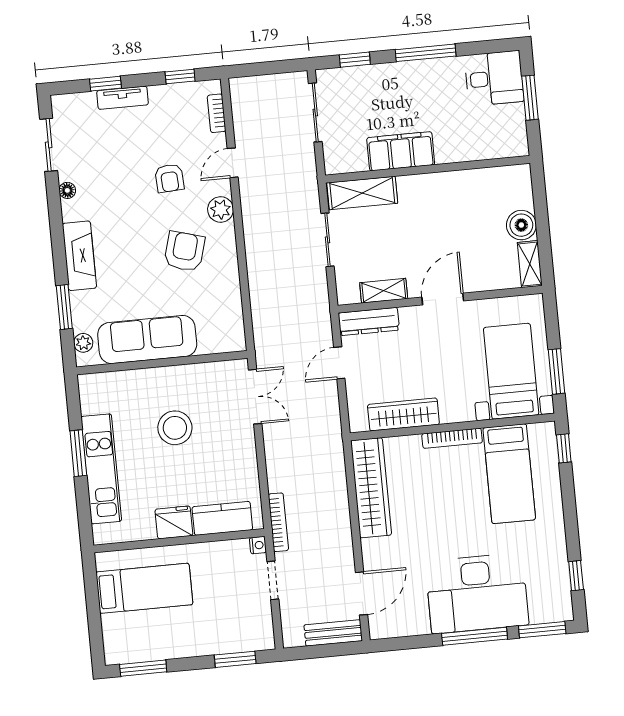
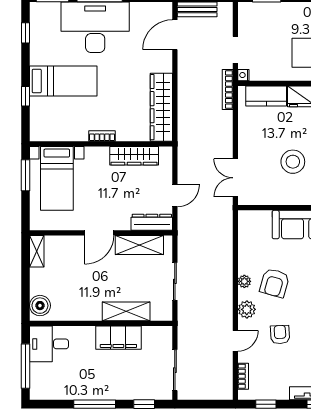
desk: (494, 78) -> (49, 344), moved
window: (530, 98) -> (25, 366), width x1.44
shelving: (362, 193) -> (126, 311), moved
boiler: (521, 225) -> (40, 306), moved
plant: (228, 249) -> (244, 281), added
shelving: (384, 291) -> (139, 245), width x1.50, depth x1.33
bookcase: (452, 438) -> (102, 136), width x0.64
window: (564, 448) -> (25, 96), moved
bed: (509, 474) -> (63, 81), moved, turned 90

